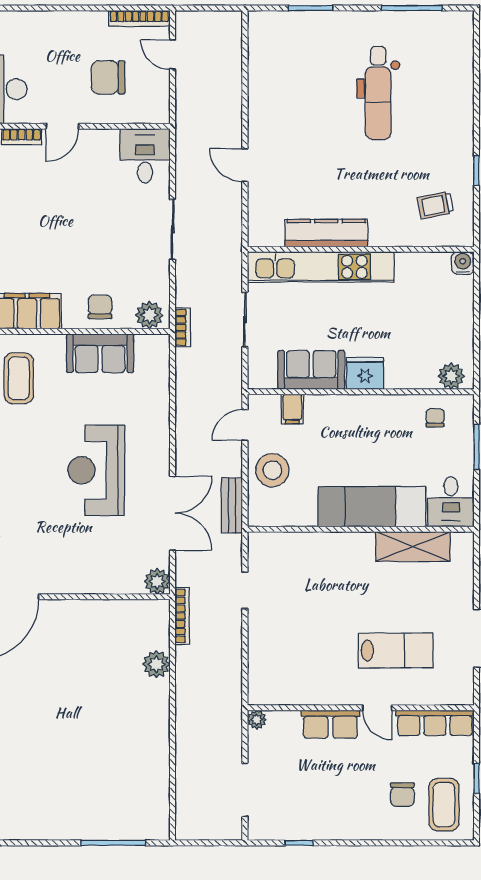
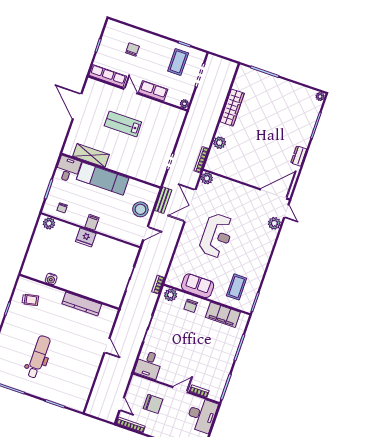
water cooler: (463, 263) -> (51, 279), moved
kitchen unit: (321, 267) -> (89, 290), removed
sofa: (311, 370) -> (109, 247), removed
filing cabinet: (292, 409) -> (92, 222), moved
lab bench: (396, 651) -> (123, 124), moved
wardrobe: (155, 746) -> (232, 108), added
coffee table: (444, 805) -> (178, 62), moved

